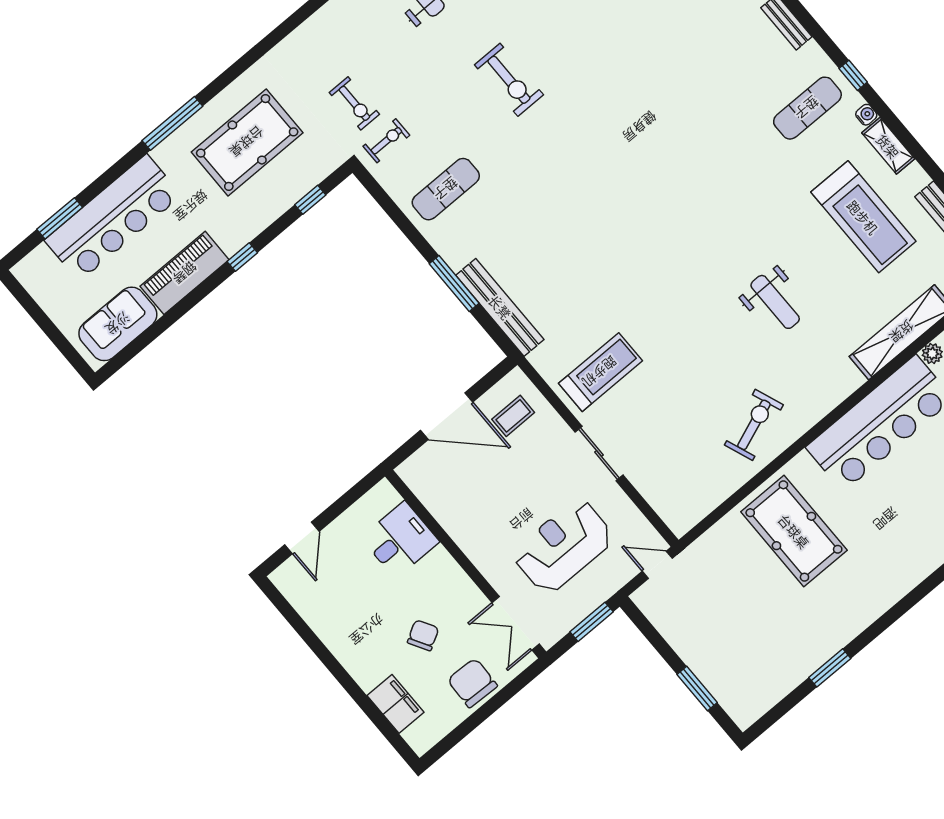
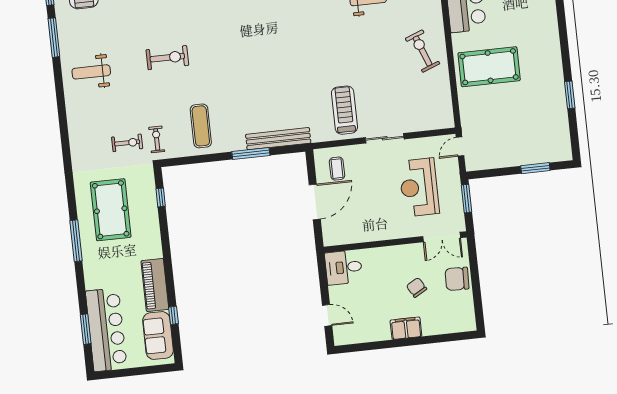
bar counter: (113, 218) -> (106, 330), moved
window: (242, 257) -> (173, 315), moved
desk: (400, 540) -> (344, 267), moved, turned -90
filing cabinet: (395, 704) -> (406, 328), moved

